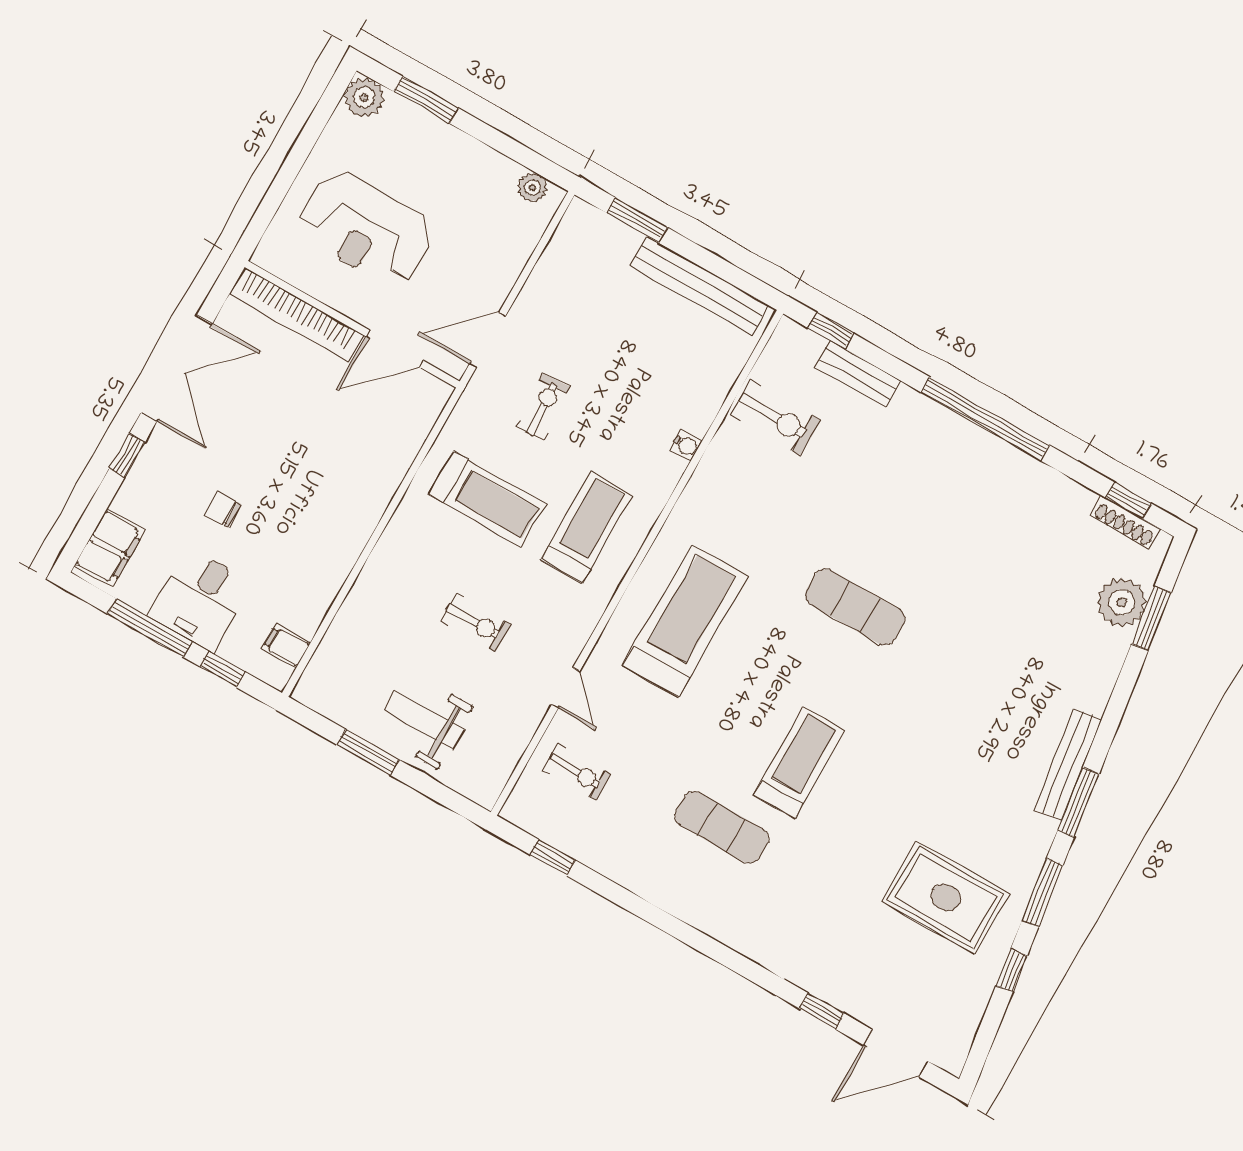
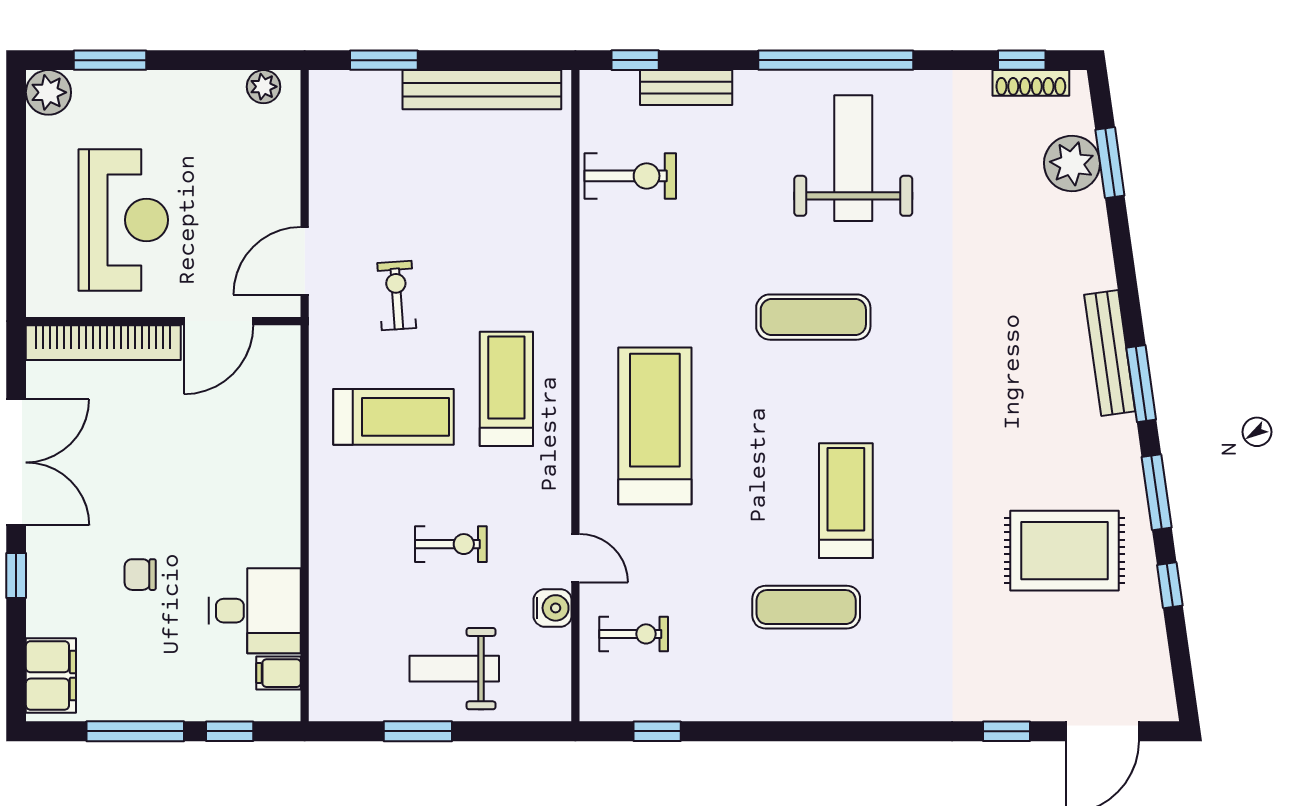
reception desk: (366, 229) -> (123, 220), turned -90
water cooler: (686, 445) -> (553, 608), moved, width x1.38, depth x1.38
weight bench: (956, 502) -> (853, 158), added
desk: (200, 600) -> (255, 611), moved, turned -90

